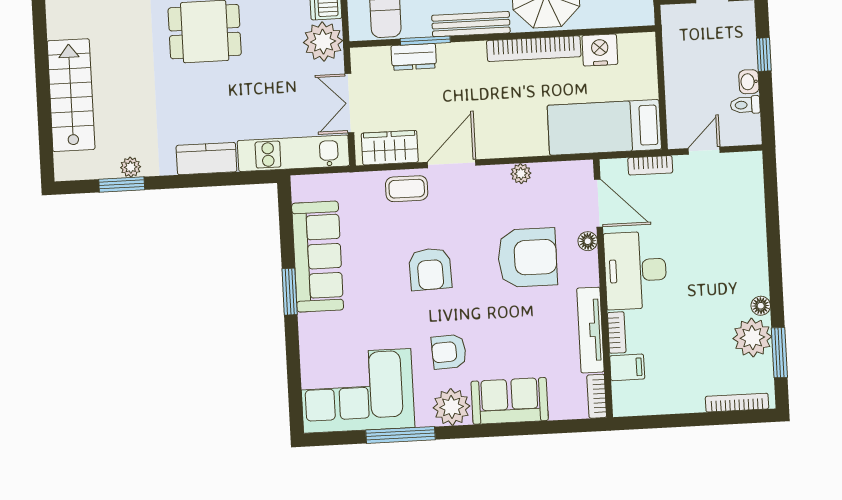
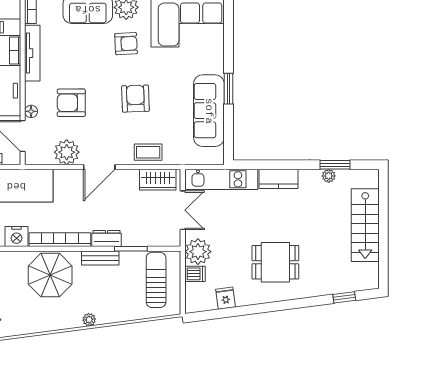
bench: (471, 24) -> (100, 258), width x0.73
dresser: (414, 57) -> (107, 238), moved
door: (452, 164) -> (99, 167), moved
plant: (521, 174) -> (67, 152), width x1.87, depth x1.87
armchair: (527, 258) -> (71, 103), width x0.73, depth x0.73

